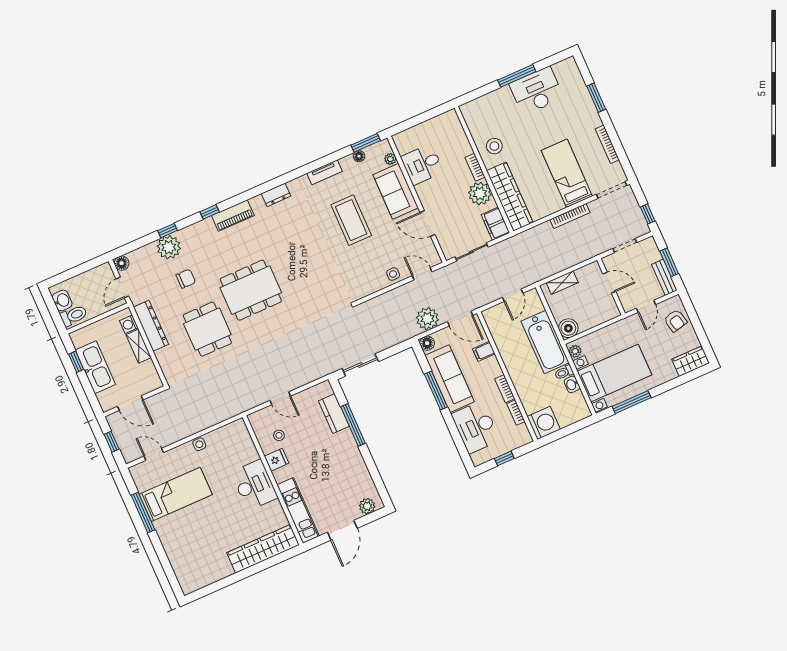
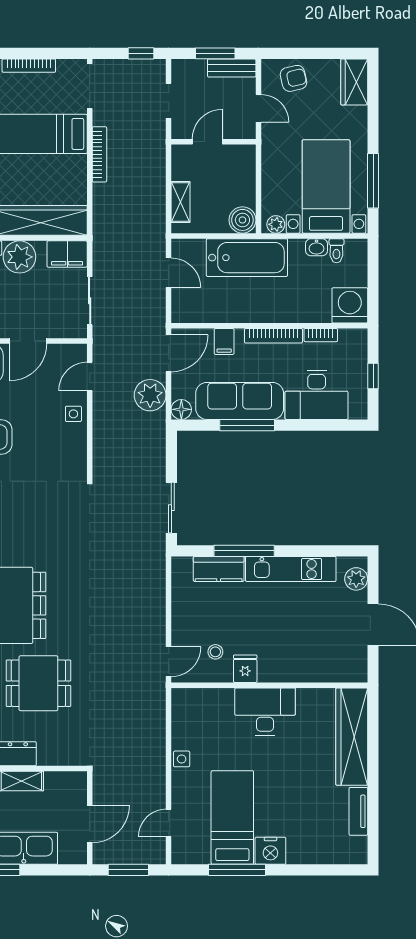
toilet: (564, 372) -> (336, 251), moved
bookcase: (505, 389) -> (273, 336), width x1.56
door: (280, 398) -> (169, 662), moved
window: (112, 442) -> (128, 870), width x1.50
kitchen unit: (298, 510) -> (291, 569), moved, turned 180
nightstand: (165, 529) -> (270, 851), added
tv unit: (216, 575) -> (358, 811), added

